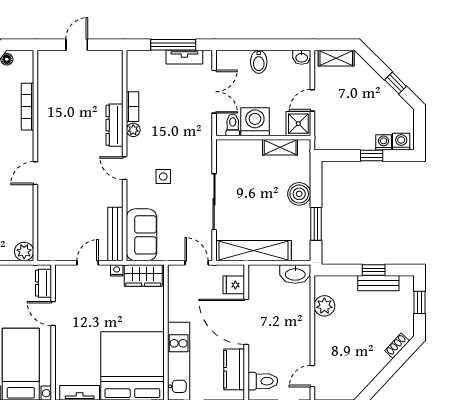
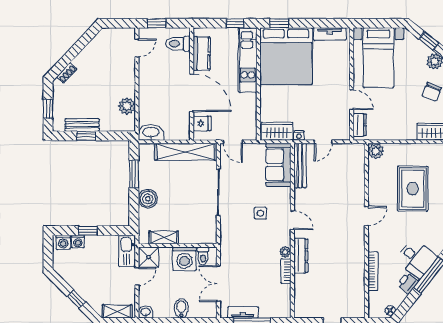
window: (396, 83) -> (76, 299), moved
kitchen sink: (324, 131) -> (127, 251), added

